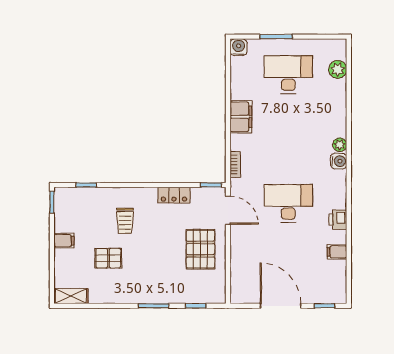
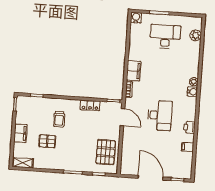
filing cabinet: (241, 117) -> (134, 71), moved
desk: (288, 203) -> (160, 115), turned 90
filing cabinet: (64, 241) -> (20, 133), width x2.00
pallet: (200, 249) -> (106, 152), moved

